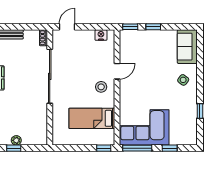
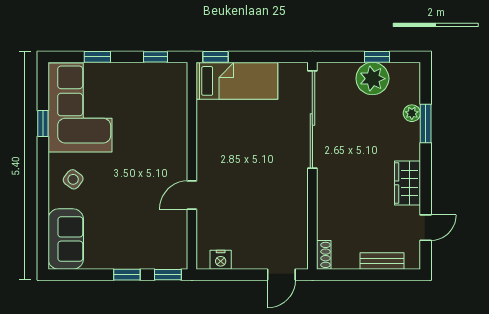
sliding door: (50, 76) -> (312, 120), moved
stool: (101, 87) -> (220, 167), removed
bed: (92, 118) -> (237, 81), moved
corner sofa: (144, 127) -> (80, 107), moved, turned -90
plant: (16, 140) -> (372, 79), width x1.87, depth x1.87
window: (137, 148) -> (156, 57), width x0.46

